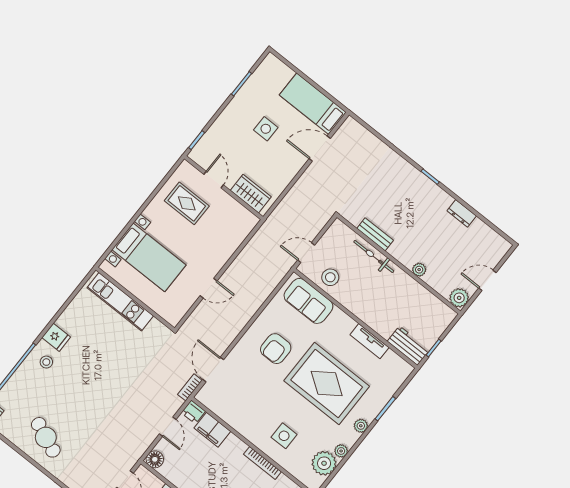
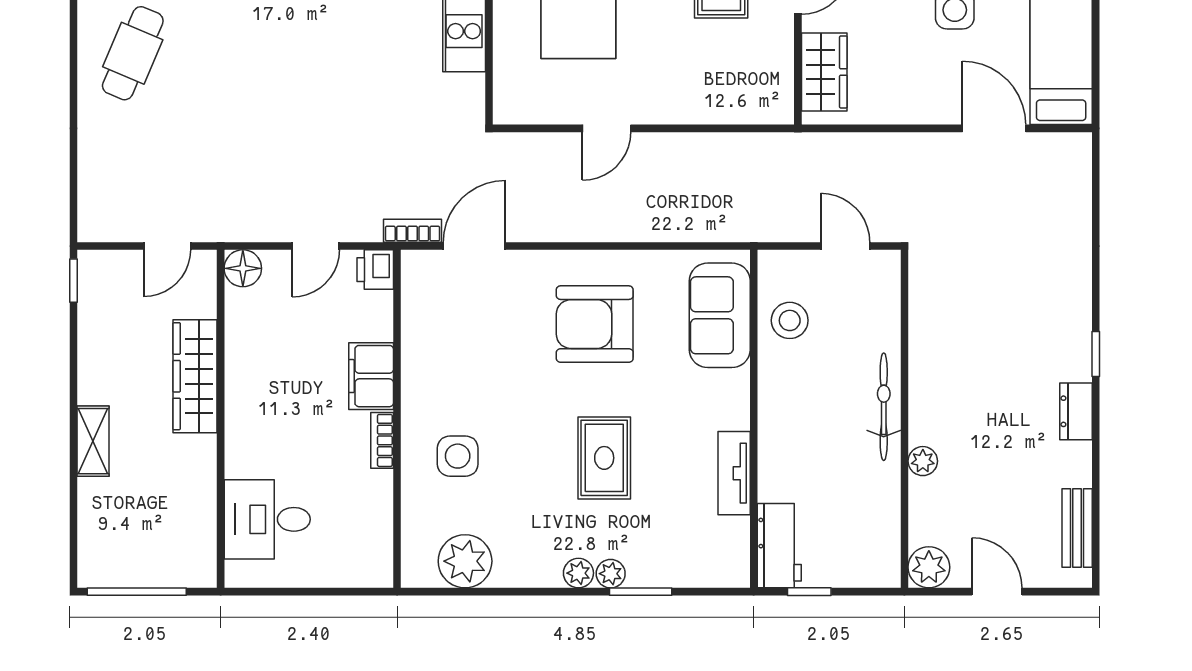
dresser: (462, 213) -> (1076, 411), moved
bench: (375, 234) -> (1077, 528), moved
door: (306, 253) -> (845, 246), moved
bicycle: (374, 256) -> (884, 407), moved
door: (209, 288) -> (607, 128), hinge flipped
armchair: (276, 349) -> (595, 324), width x1.36, depth x1.36
rug: (327, 384) -> (604, 458), width x0.54, depth x0.49
filing cabinet: (212, 430) -> (371, 376), moved
plant: (341, 451) -> (611, 574), moved
bookcase: (262, 463) -> (382, 440), width x0.64

